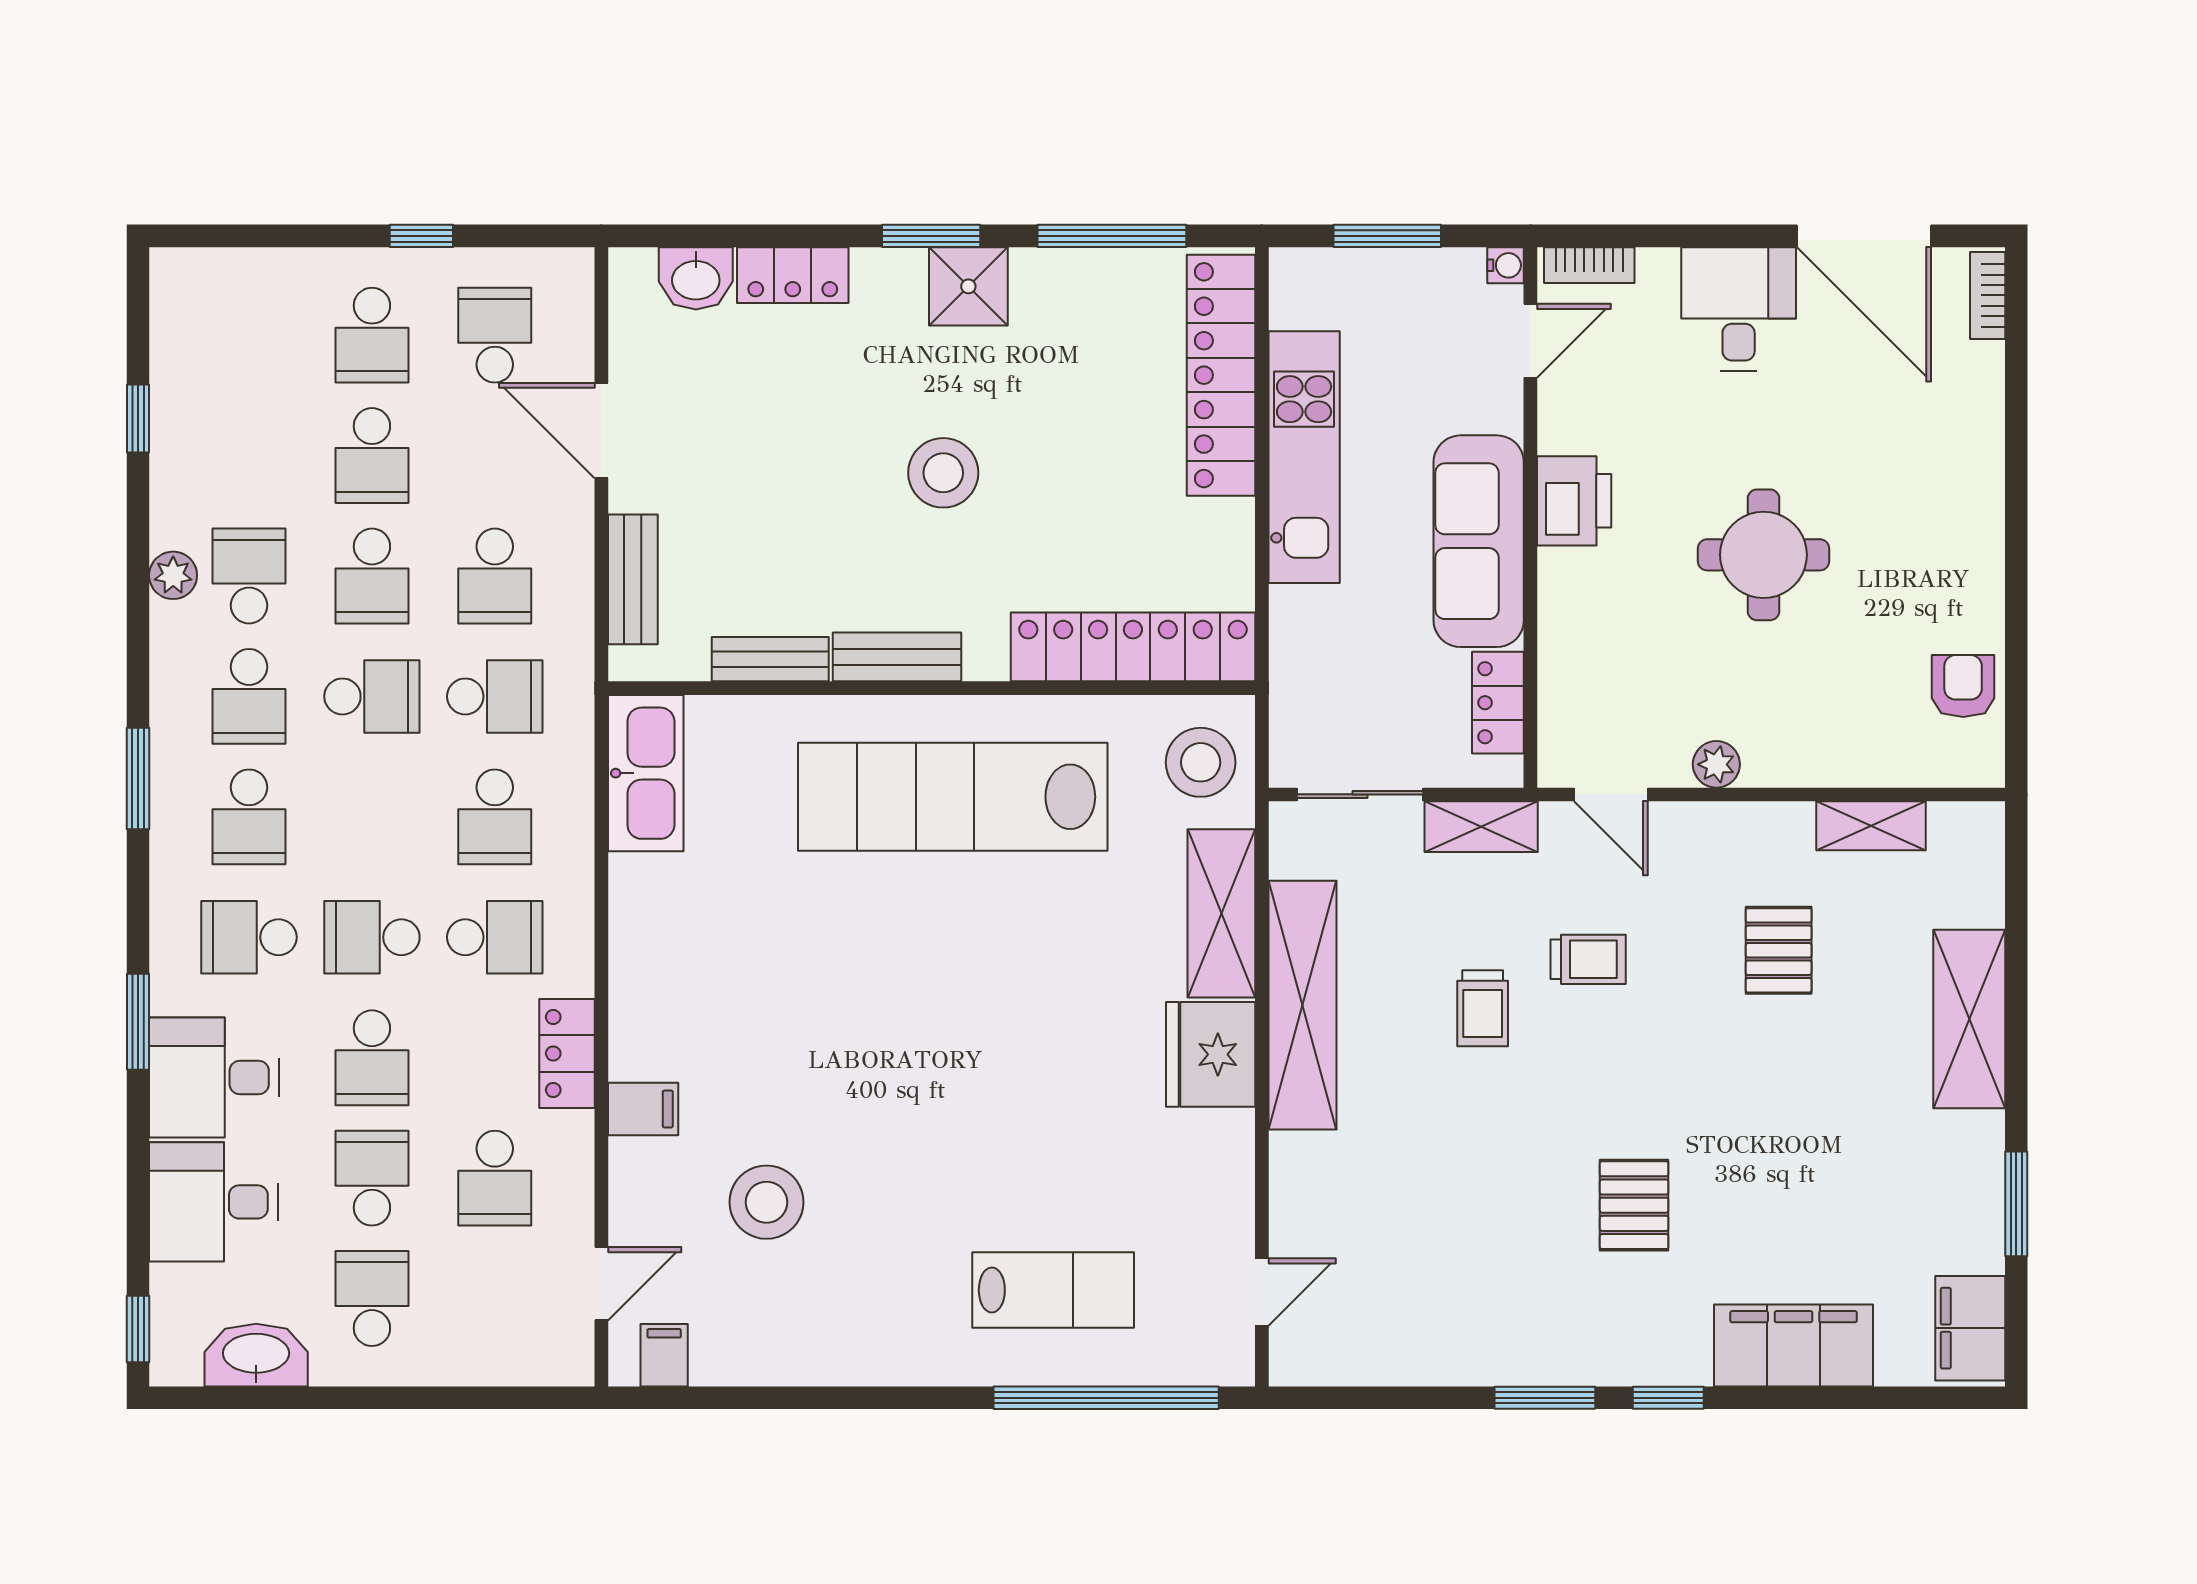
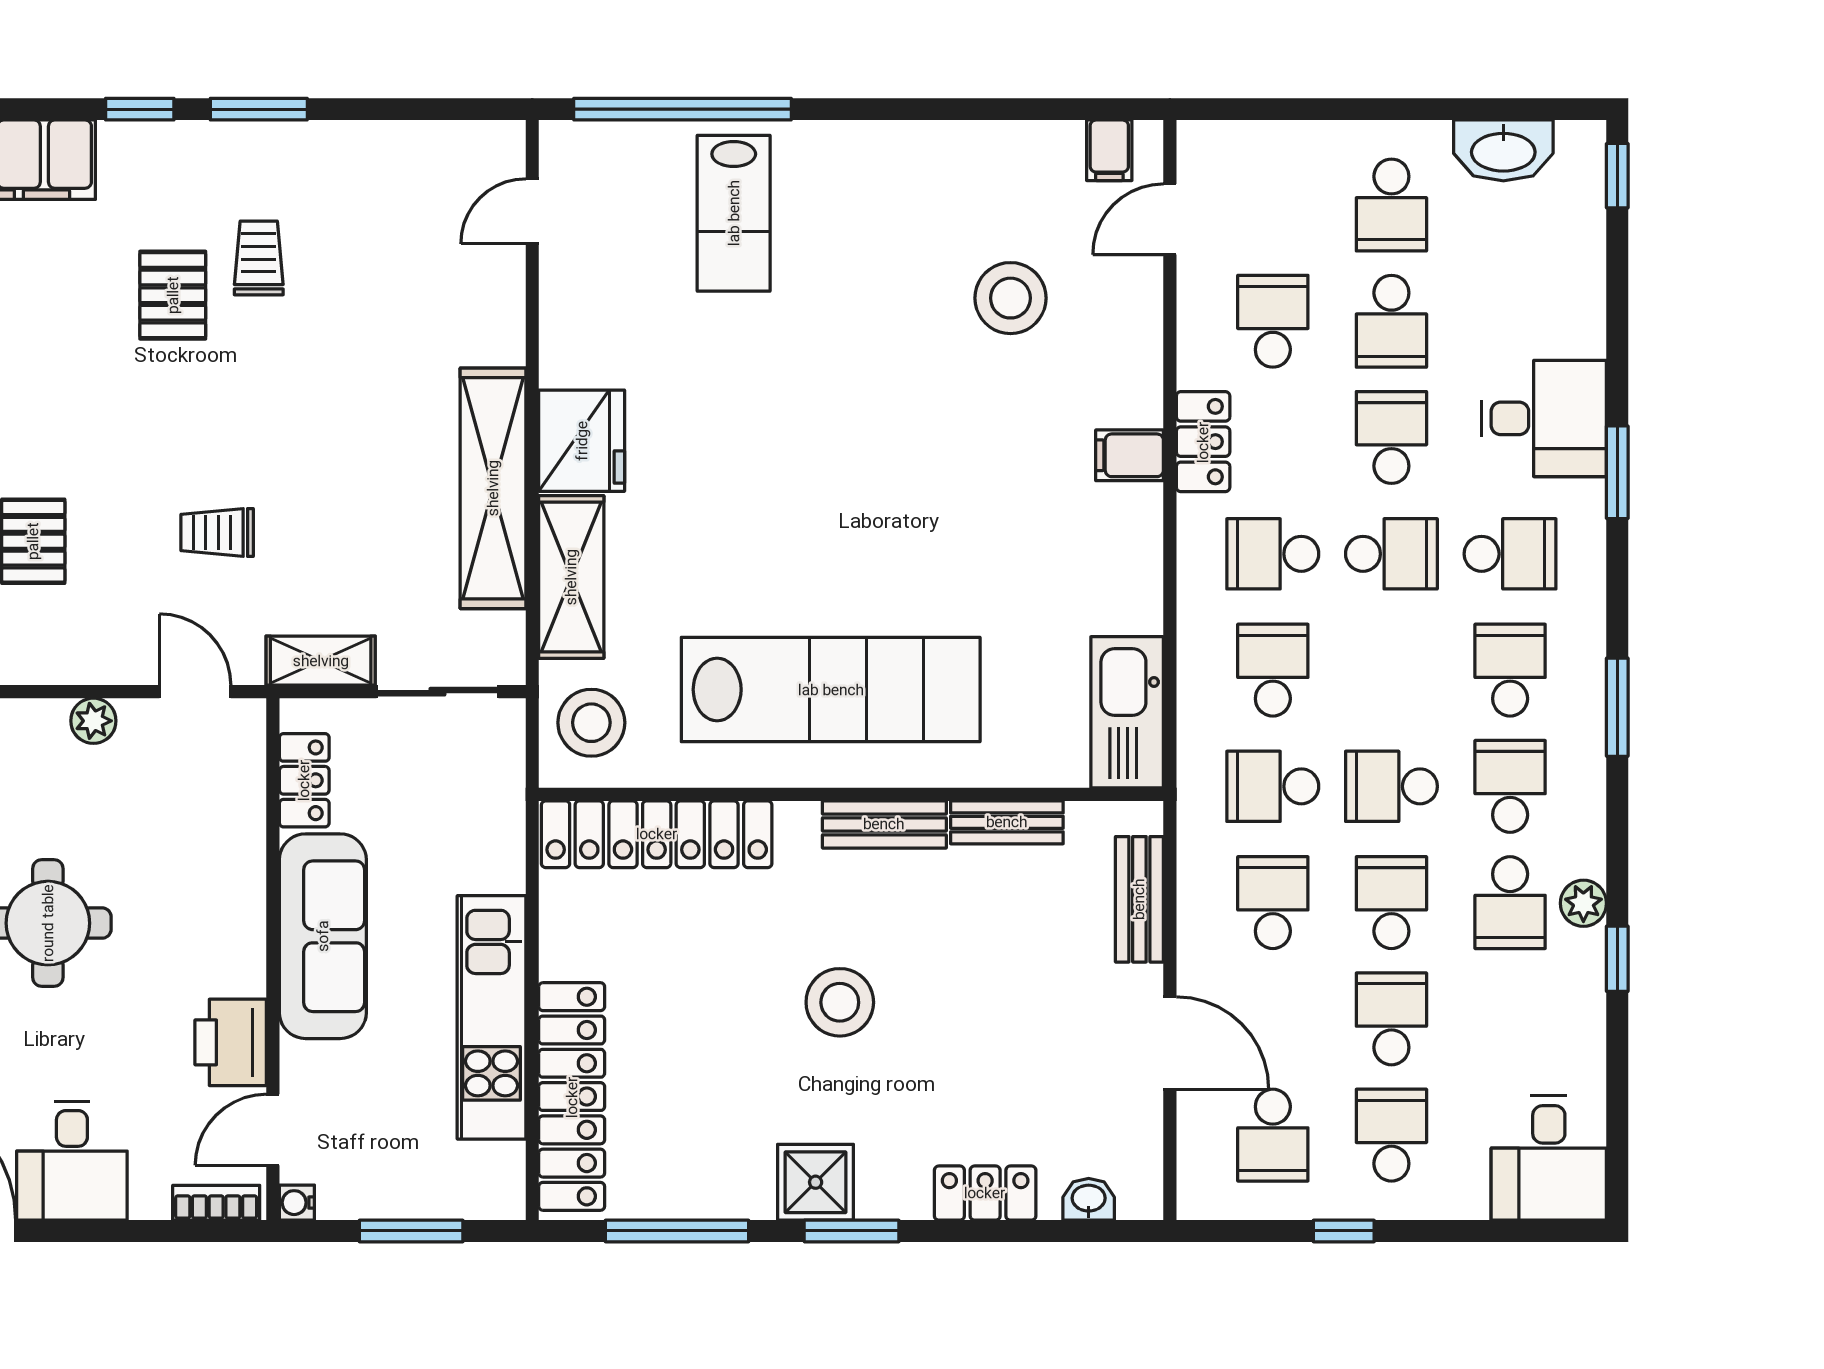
washbasin: (696, 278) -> (1089, 1199), width x0.72, depth x0.69
window: (138, 418) -> (1617, 959), moved
printer: (1574, 501) -> (231, 1042), moved
trolley: (1483, 1008) -> (259, 258), moved
filing cabinet: (643, 1109) -> (1130, 455), moved
desk: (214, 1202) -> (1549, 1158), moved, turned 90
lab bench: (1053, 1290) -> (734, 213), turned -90

